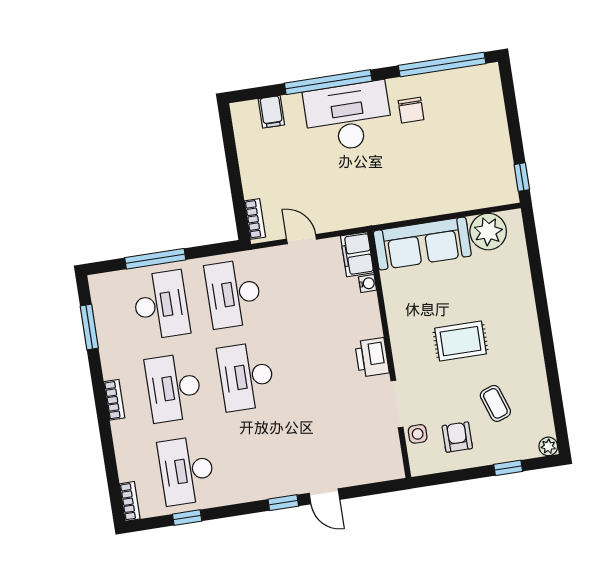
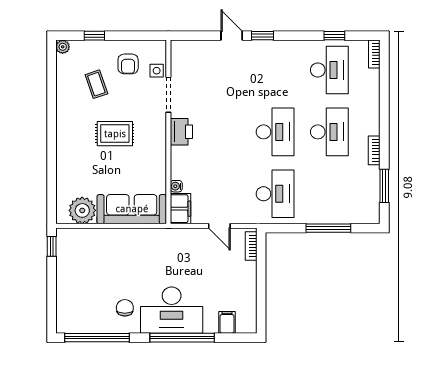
desk: (161, 305) -> (329, 194), removed
bookcase: (114, 400) -> (374, 150), moved

